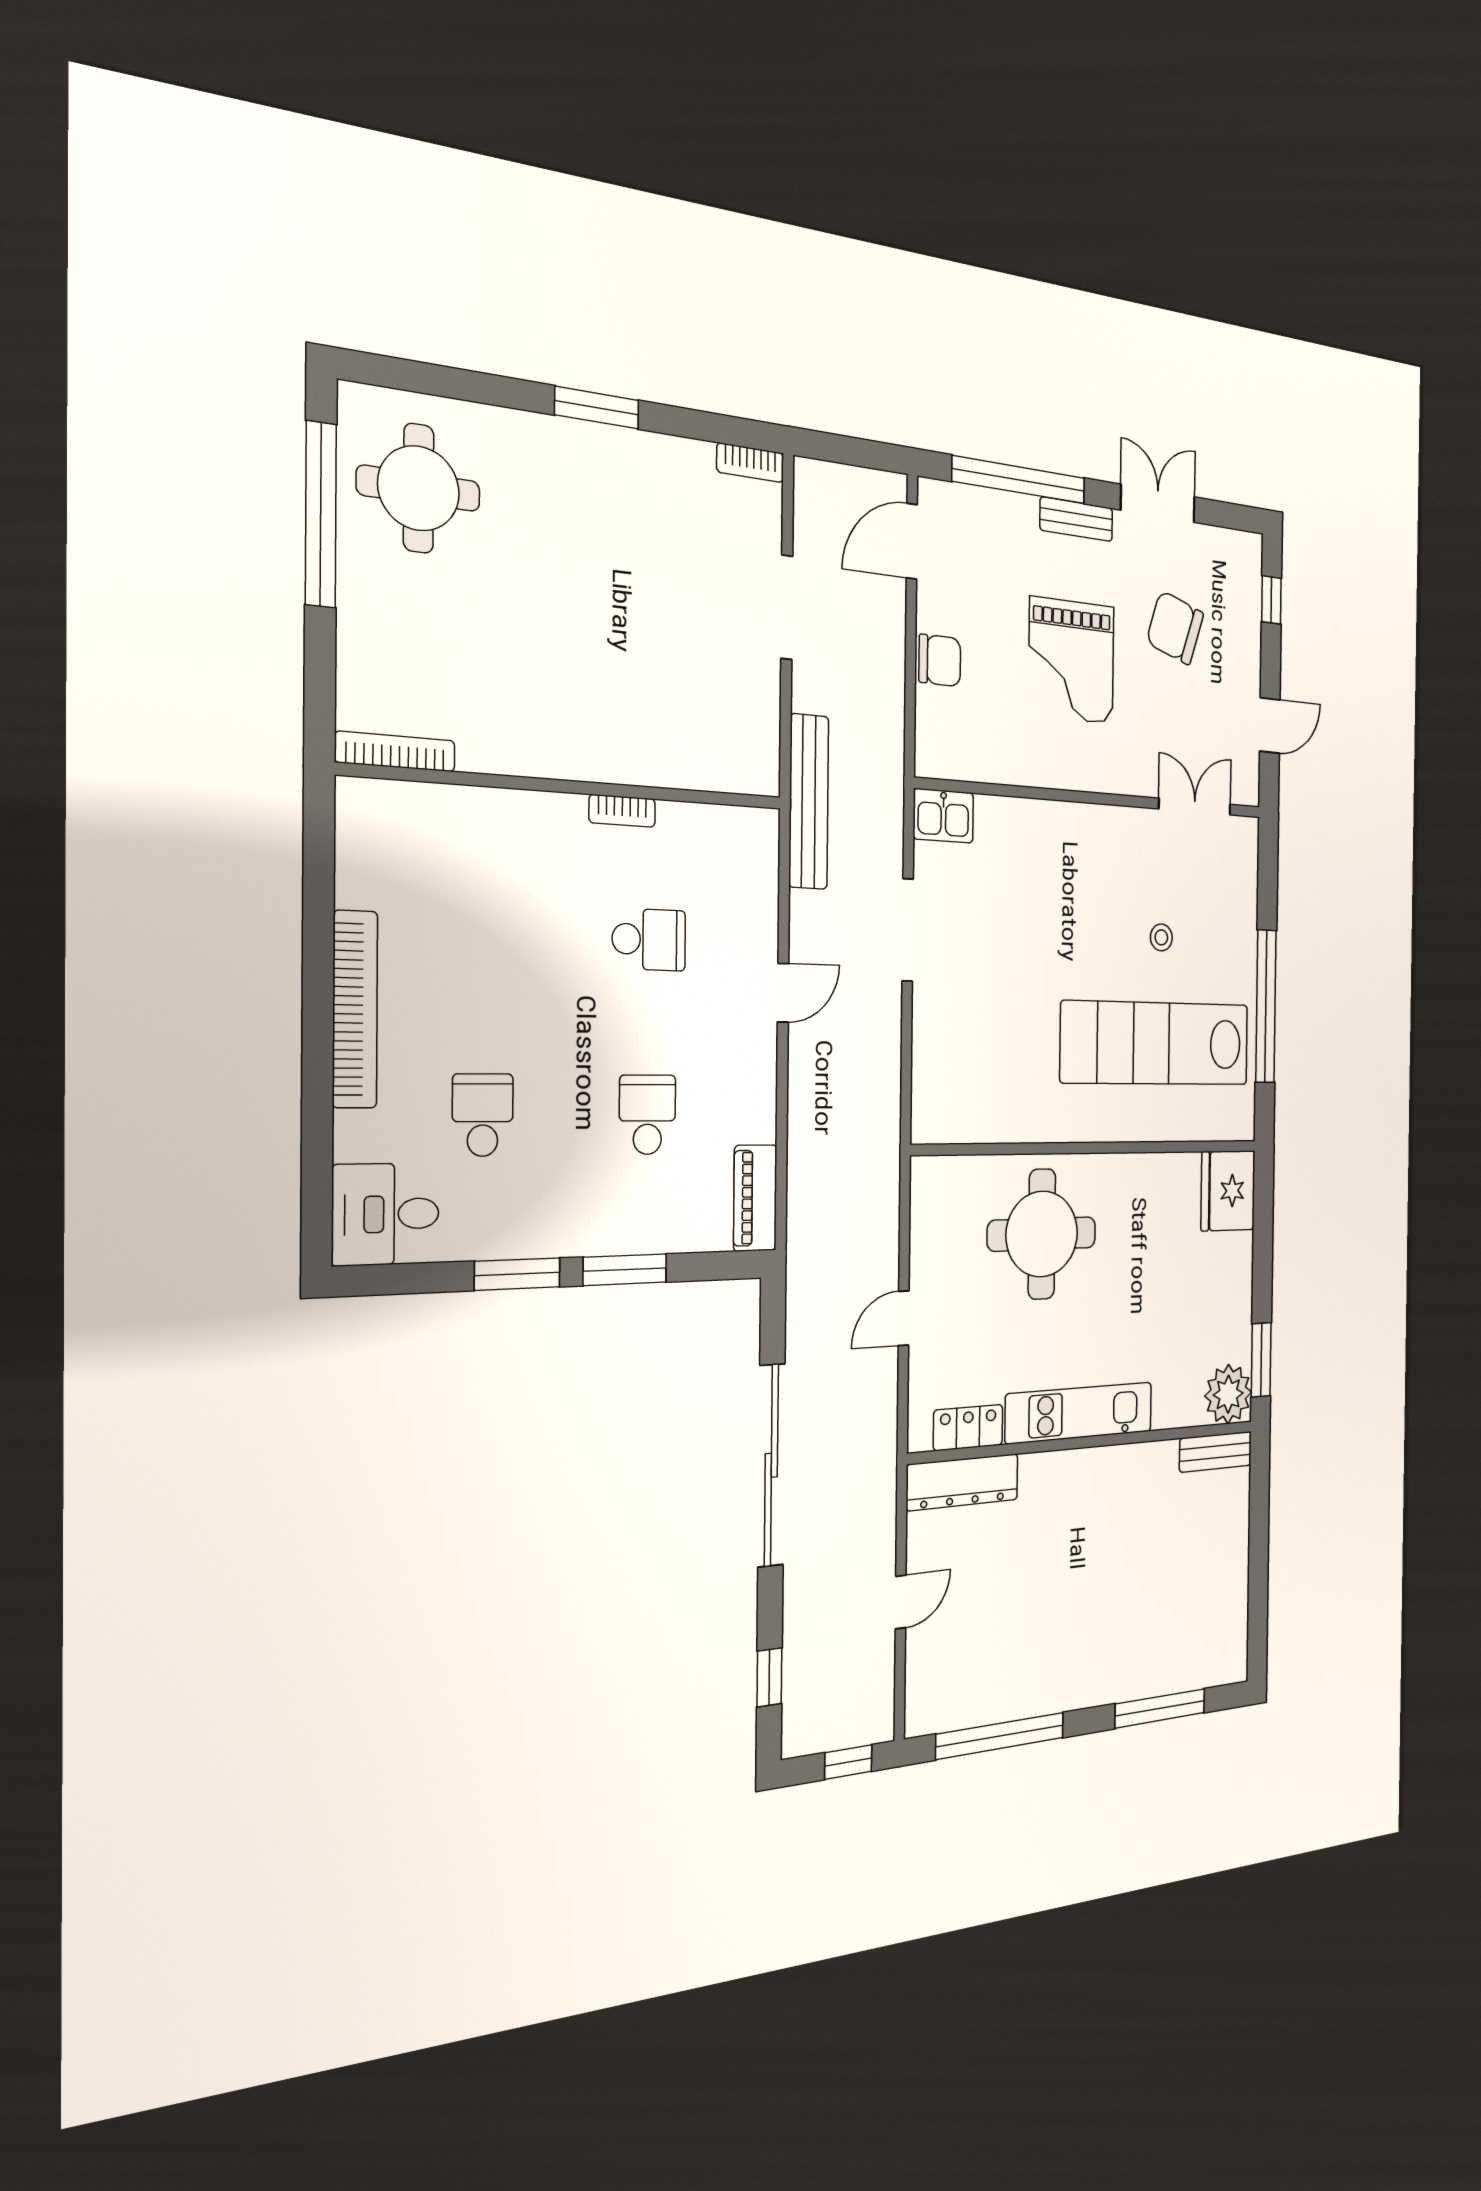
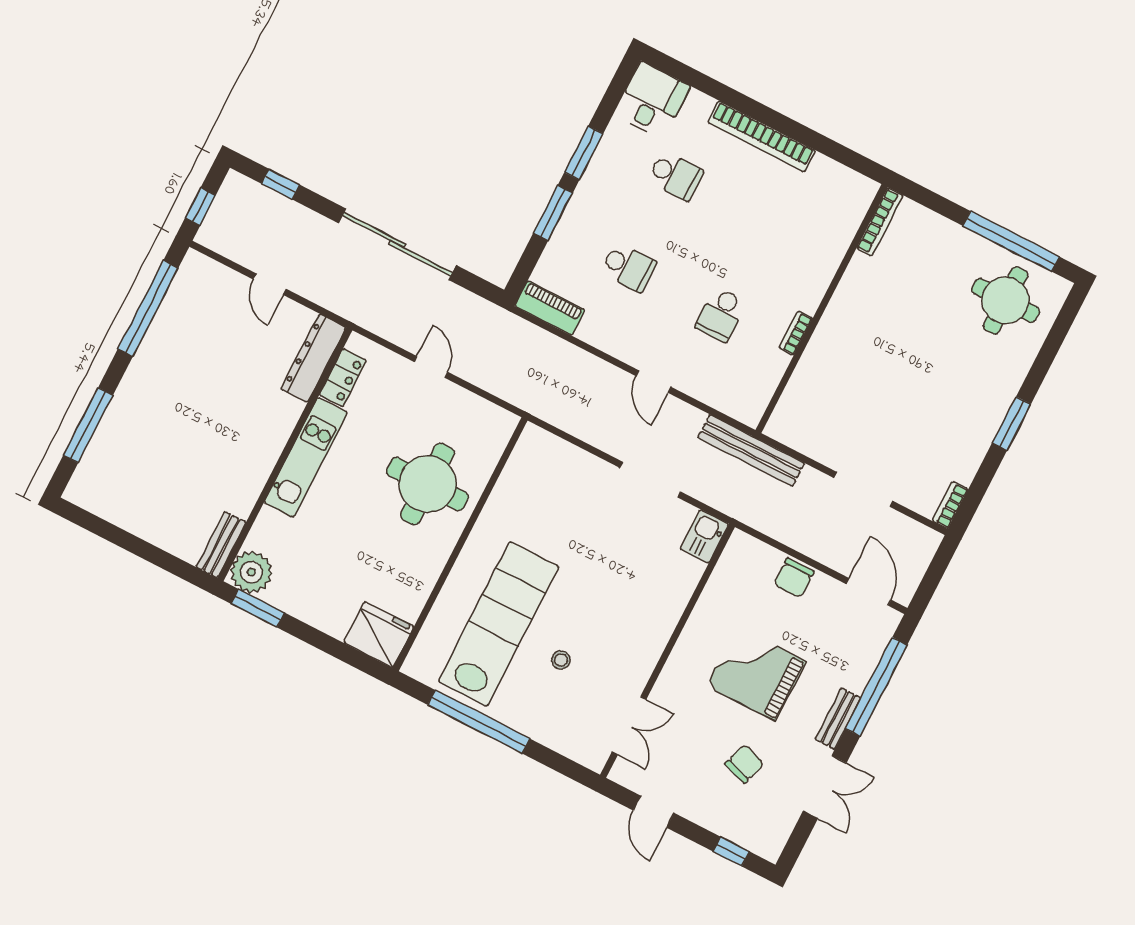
chair: (1175, 628) -> (745, 764), width x0.73, depth x0.73

